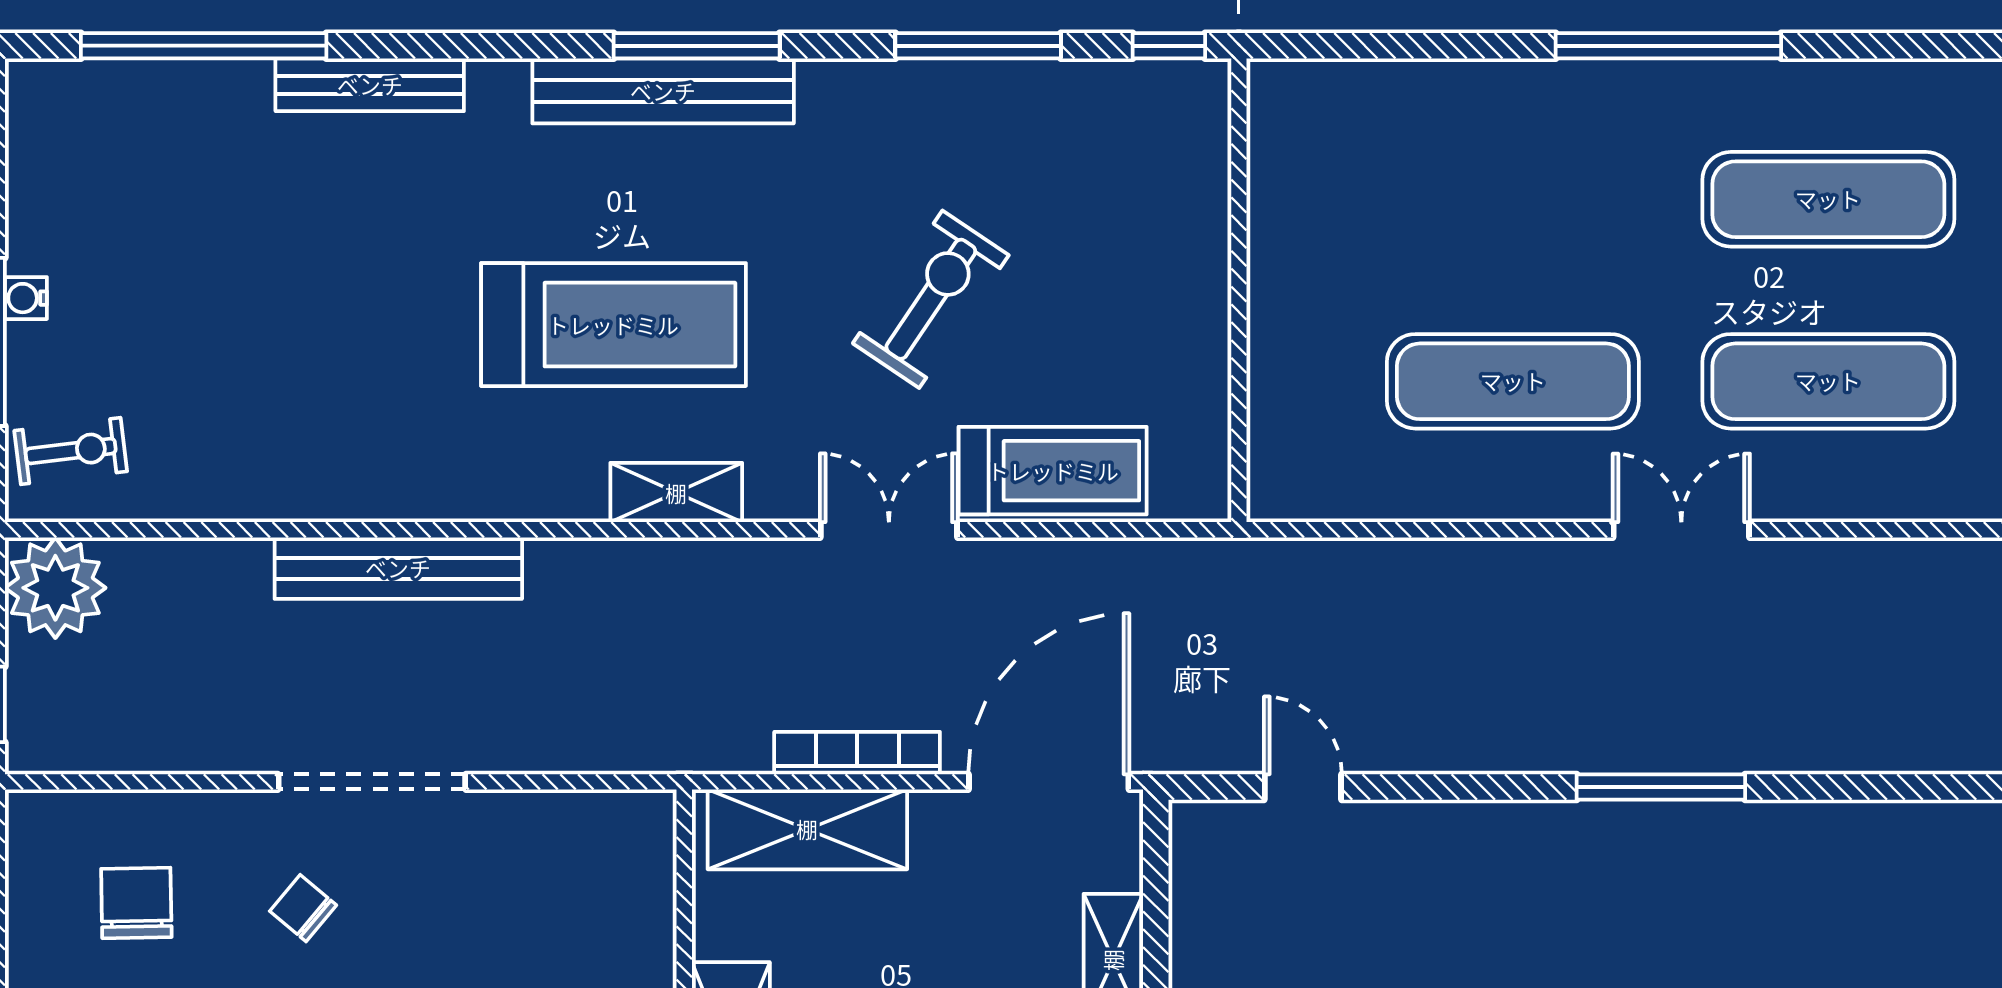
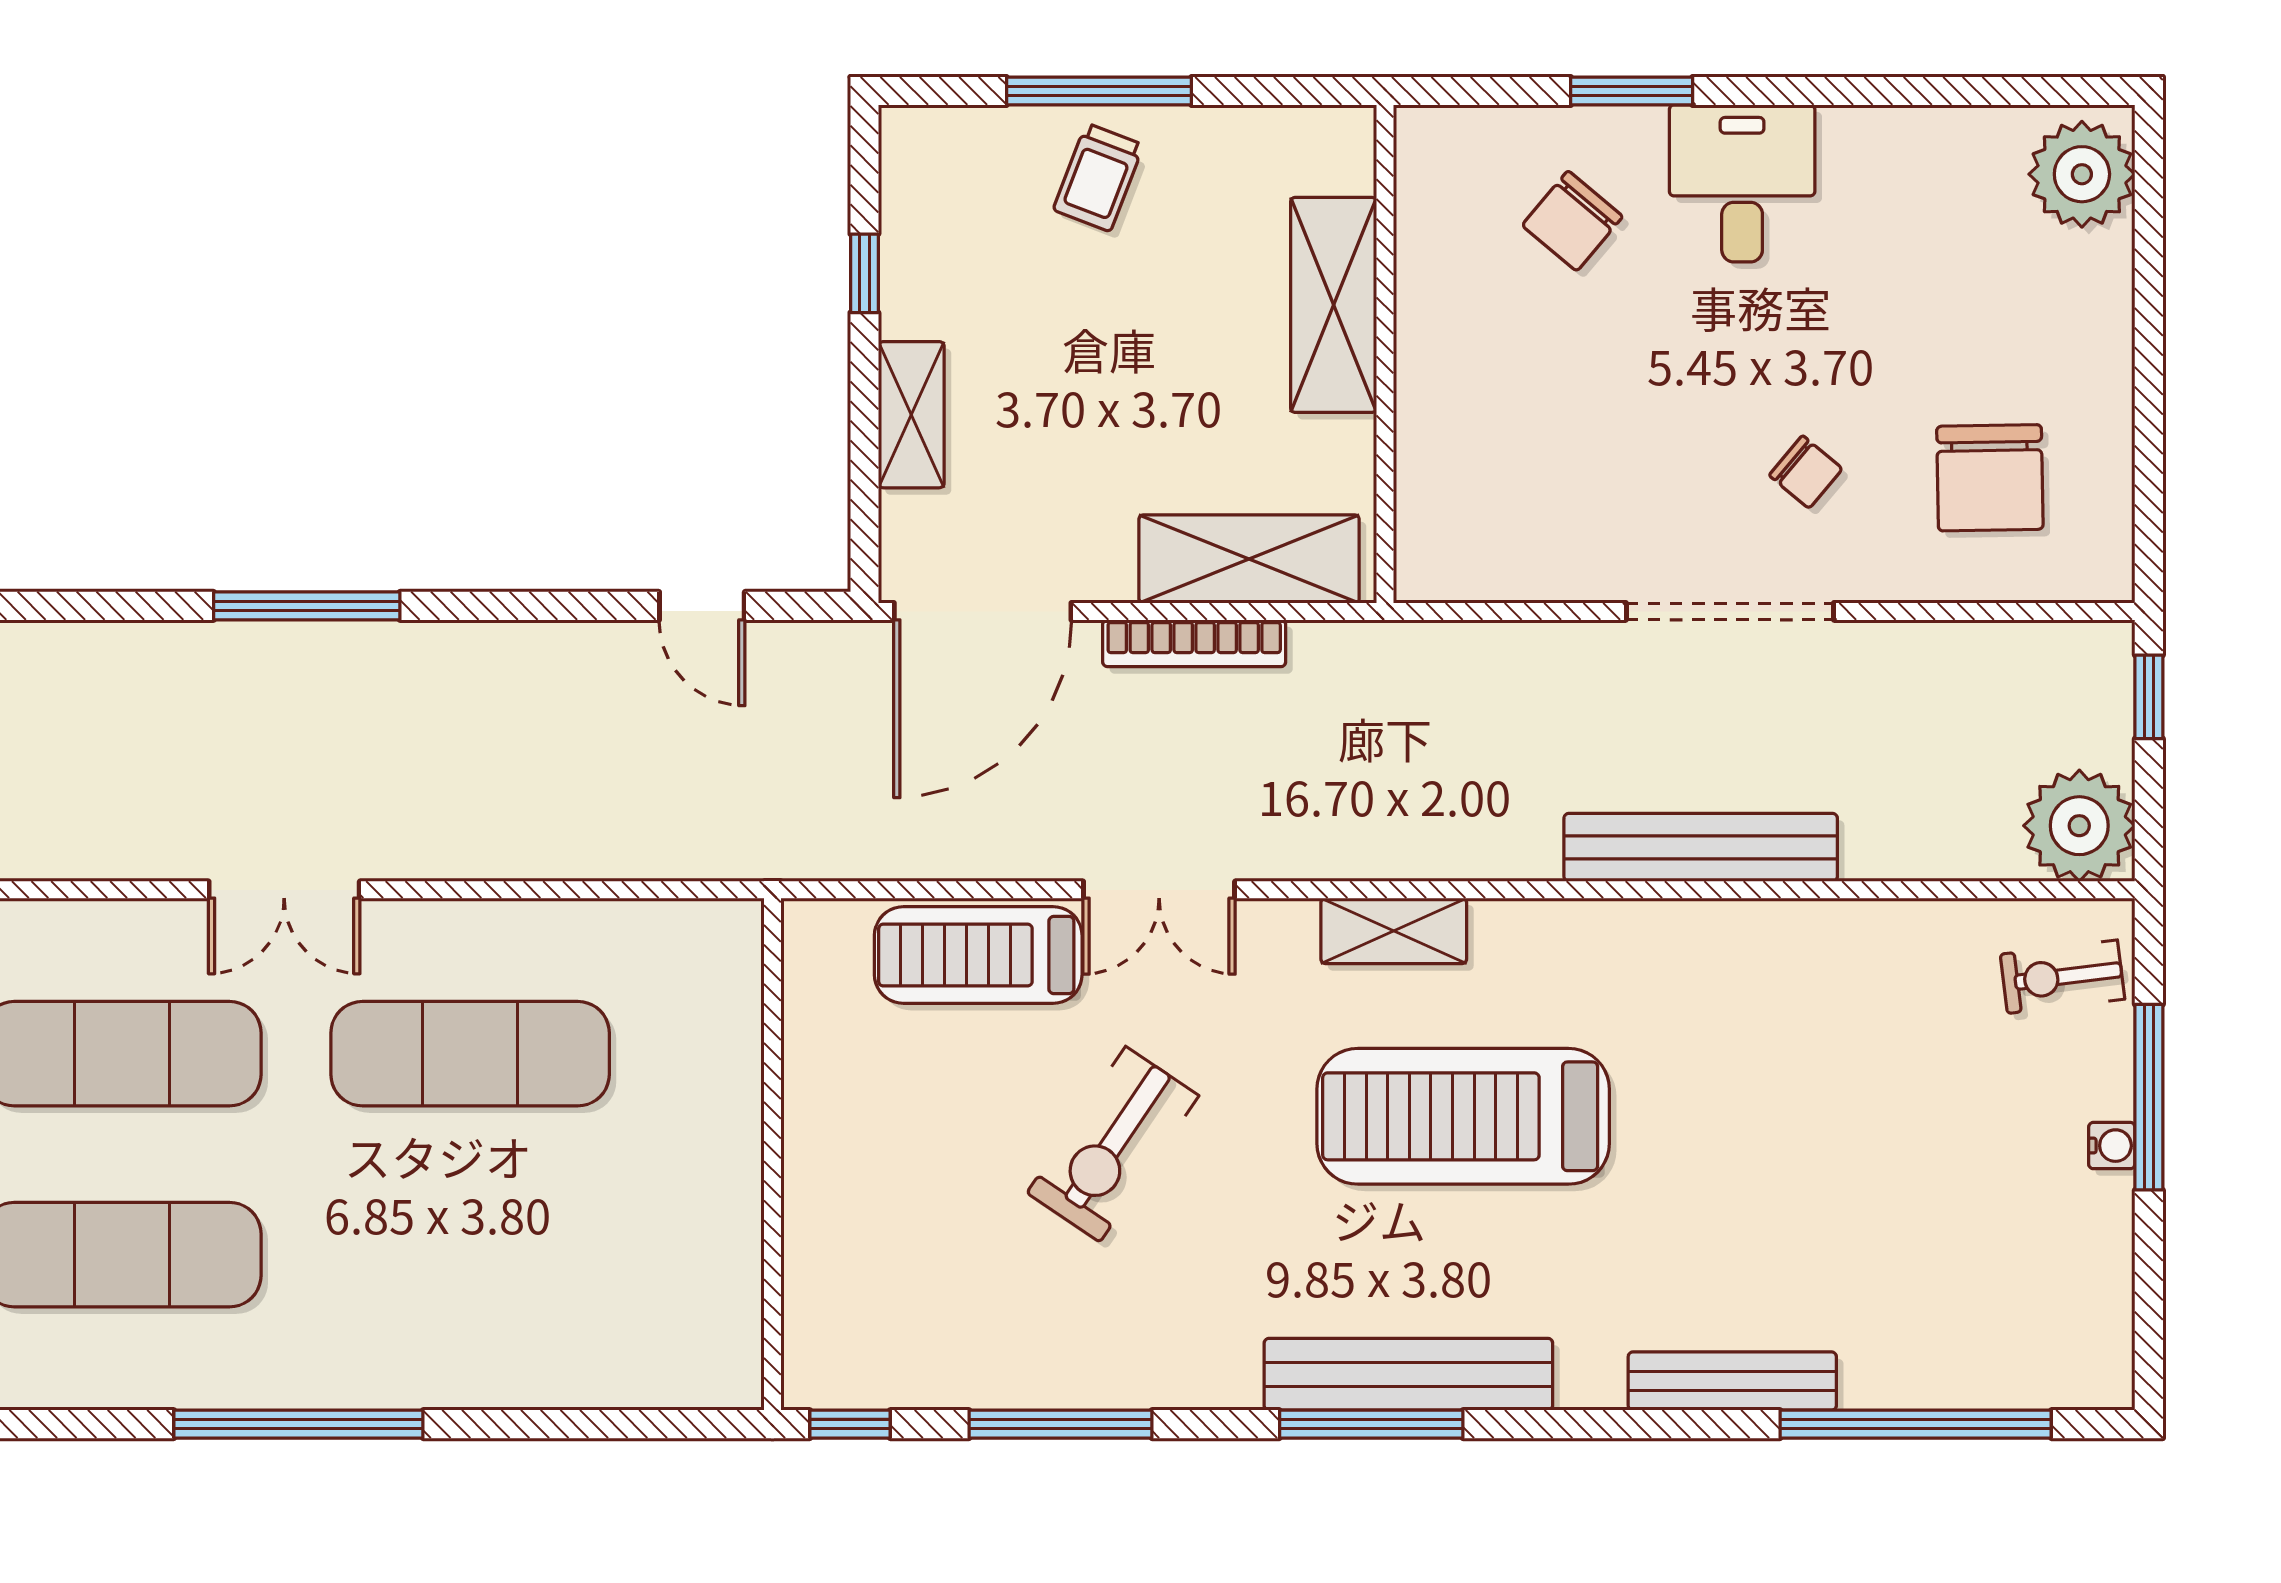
chair: (136, 903) -> (1990, 478), width x1.37, depth x1.37

